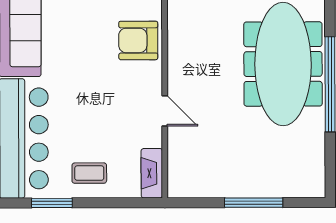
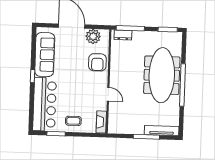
armchair: (138, 40) -> (97, 62), turned -90
tv unit: (287, 187) -> (162, 131), added

